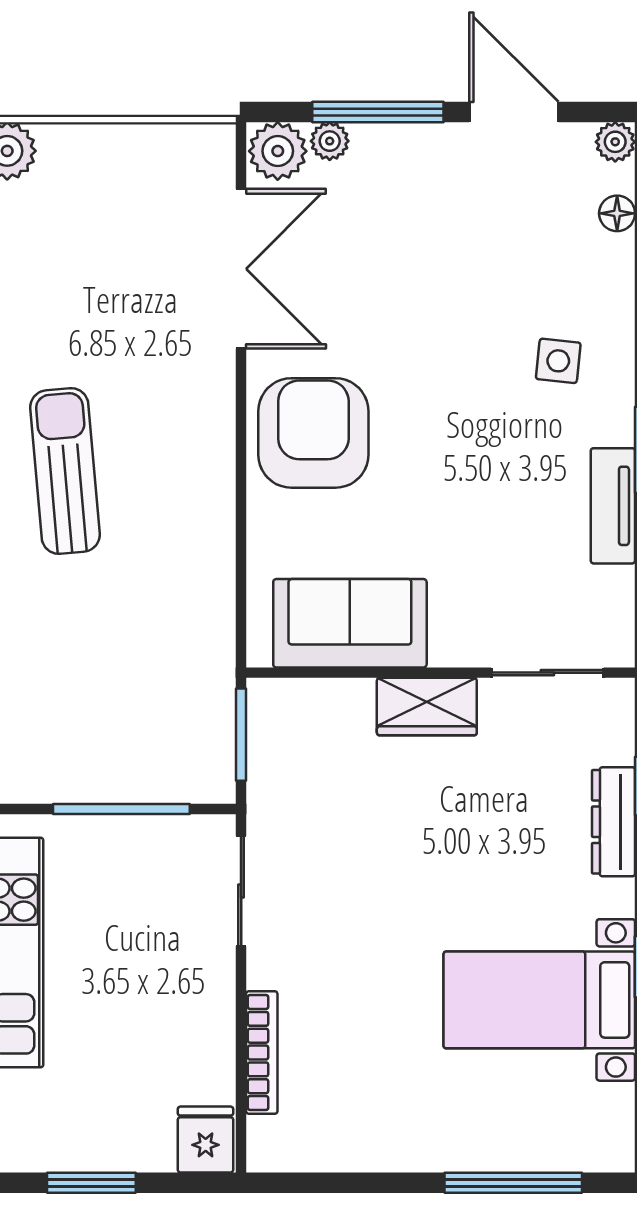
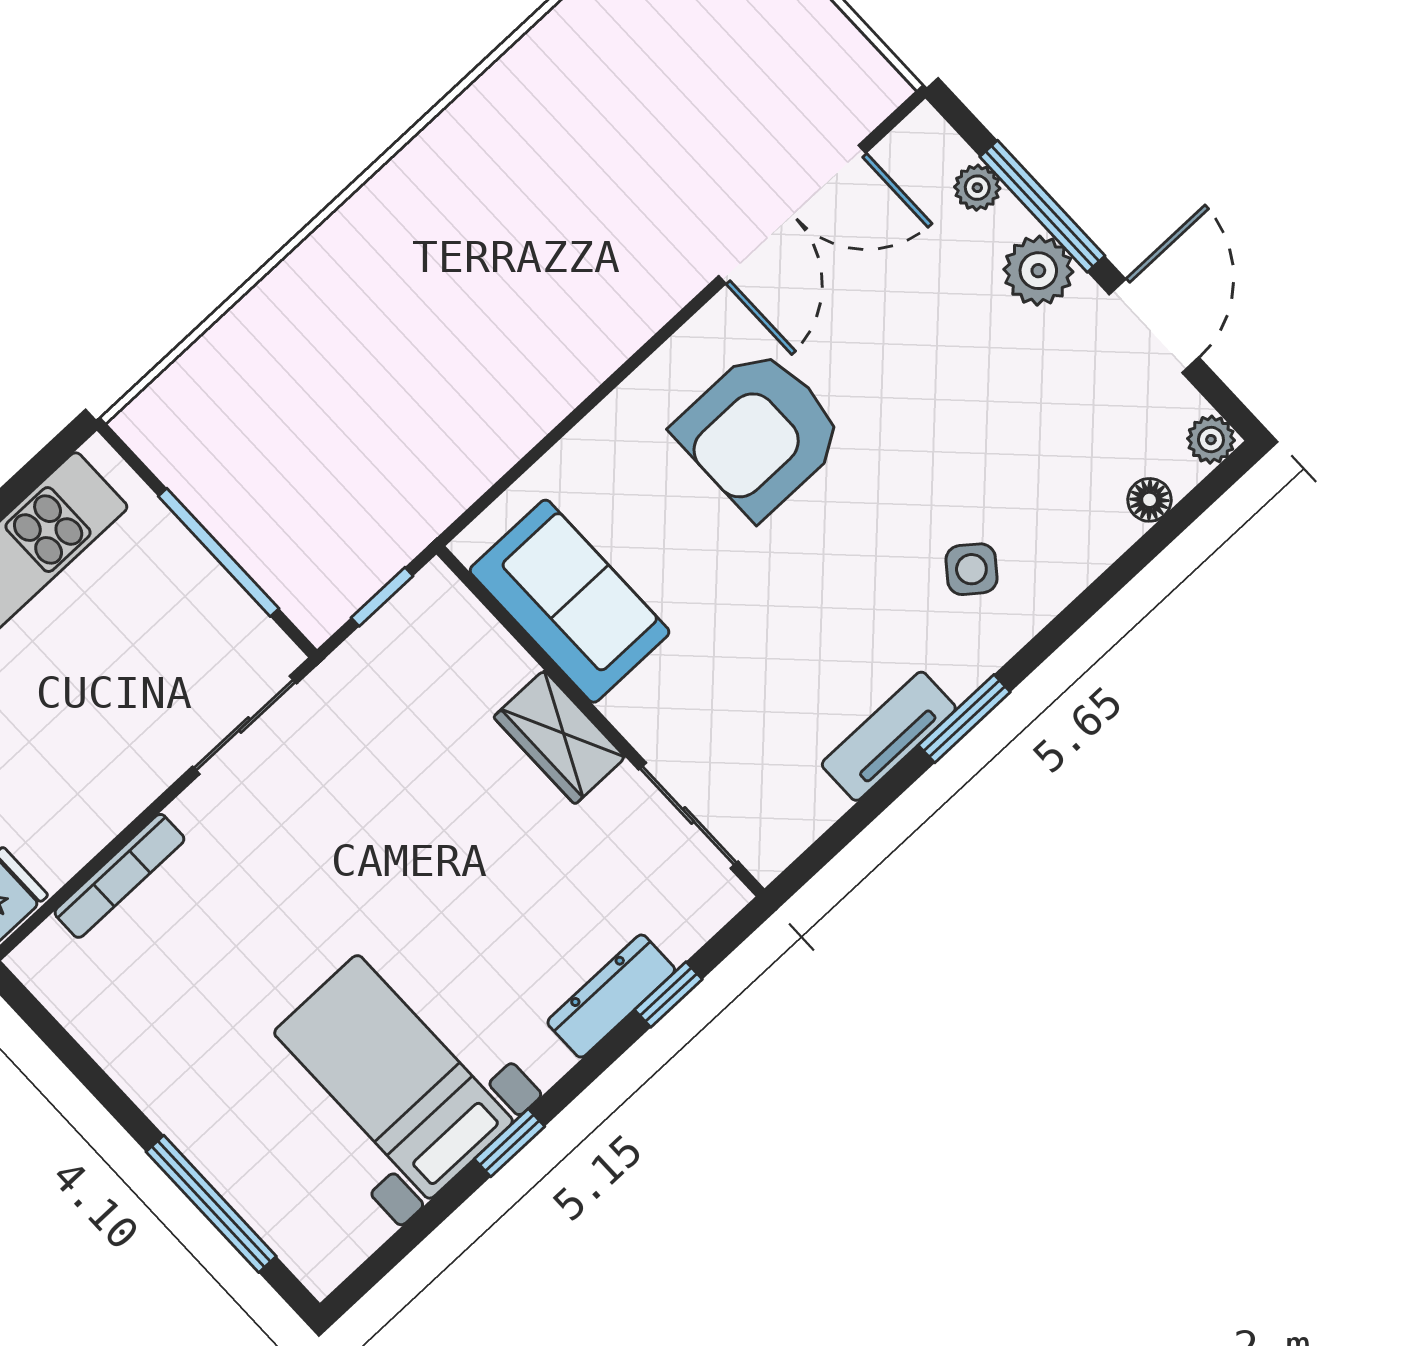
plant: (278, 151) -> (1038, 271), moved
side table: (558, 361) -> (971, 569), turned 32
armchair: (313, 433) -> (760, 433), moved, turned 180
sun lounger: (65, 471) -> (470, 225), removed
window: (241, 735) -> (382, 597), width x0.67

